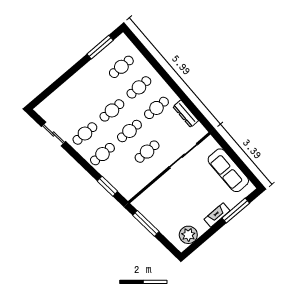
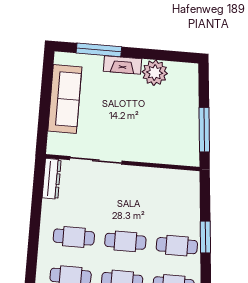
dresser: (186, 114) -> (52, 179), moved
cafe table: (147, 152) -> (129, 202), removed
window: (107, 186) -> (205, 237), moved
plant: (188, 235) -> (155, 73), moved

